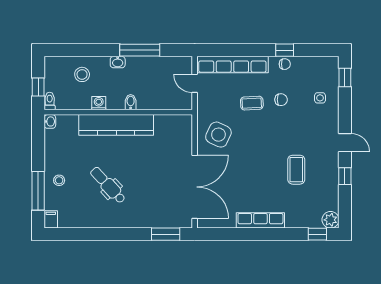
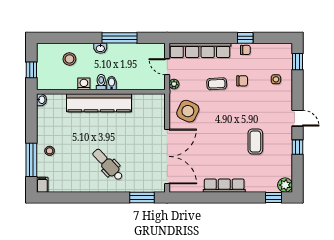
toilet: (50, 101) -> (101, 82), moved
plant: (202, 103) -> (174, 84), added
dental chair: (108, 185) -> (108, 165), moved

